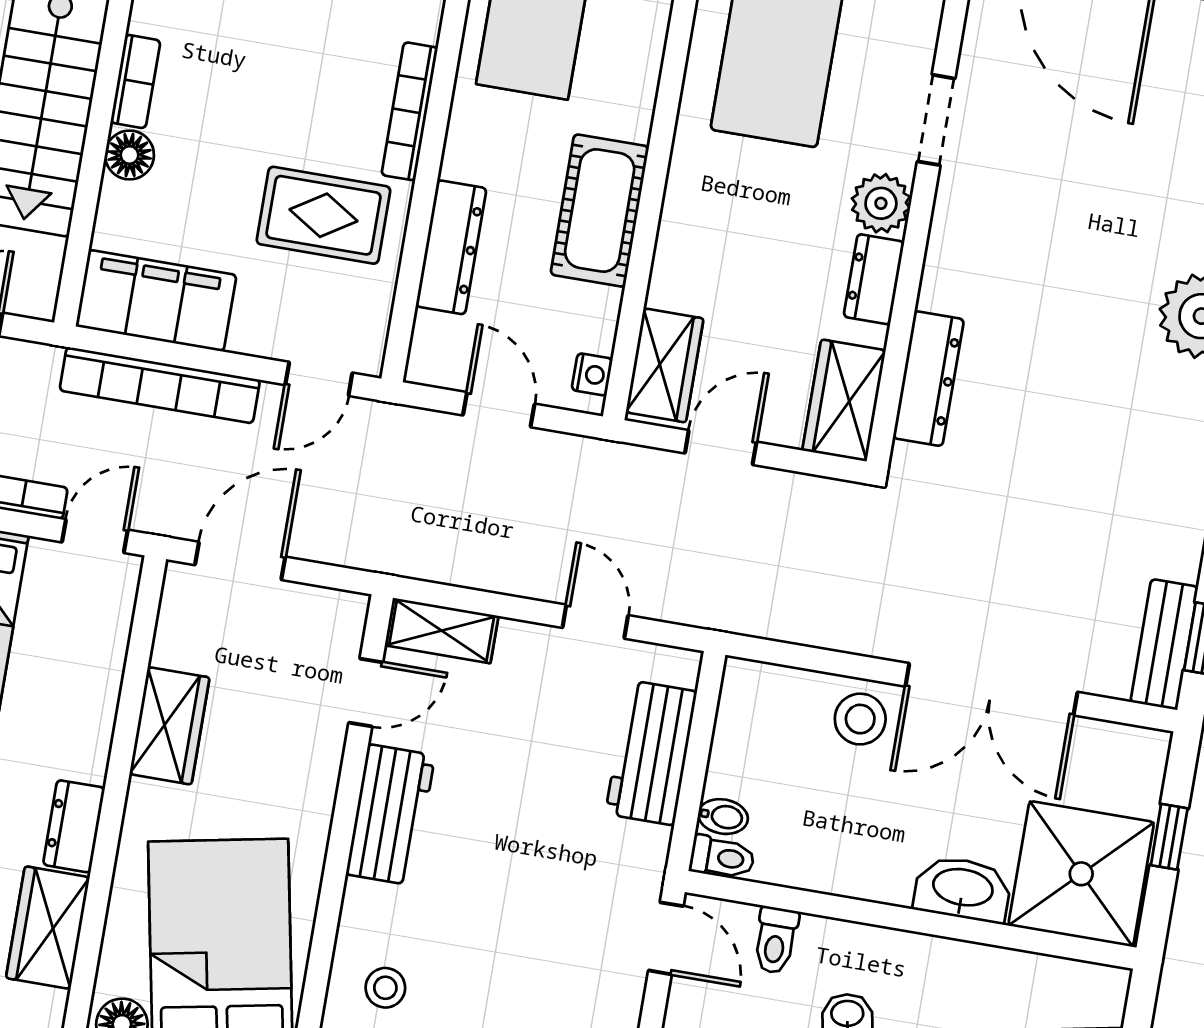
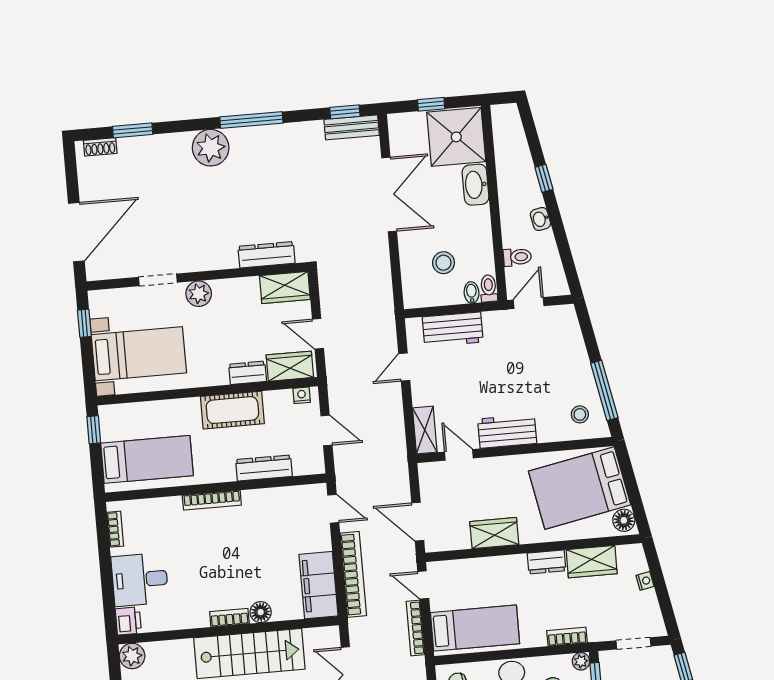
rug: (323, 215) -> (265, 525), removed
dresser: (874, 279) -> (248, 373), moved, turned 180
door: (499, 410) -> (326, 430), swing flipped
stool: (860, 719) -> (443, 263), moved

